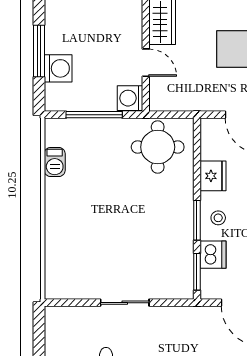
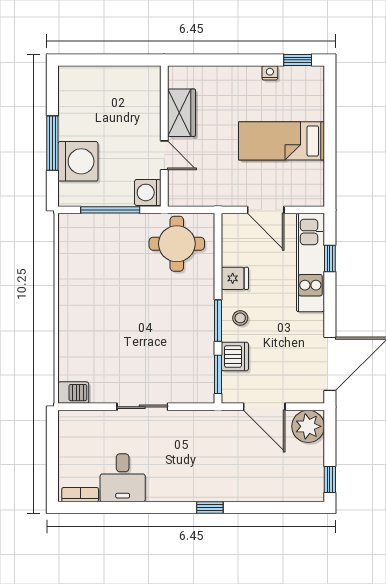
washing machine: (58, 68) -> (78, 161), width x1.37, depth x1.37
barbecue: (55, 162) -> (73, 393), moved, turned -90
fridge: (213, 176) -> (235, 278), width x0.72

